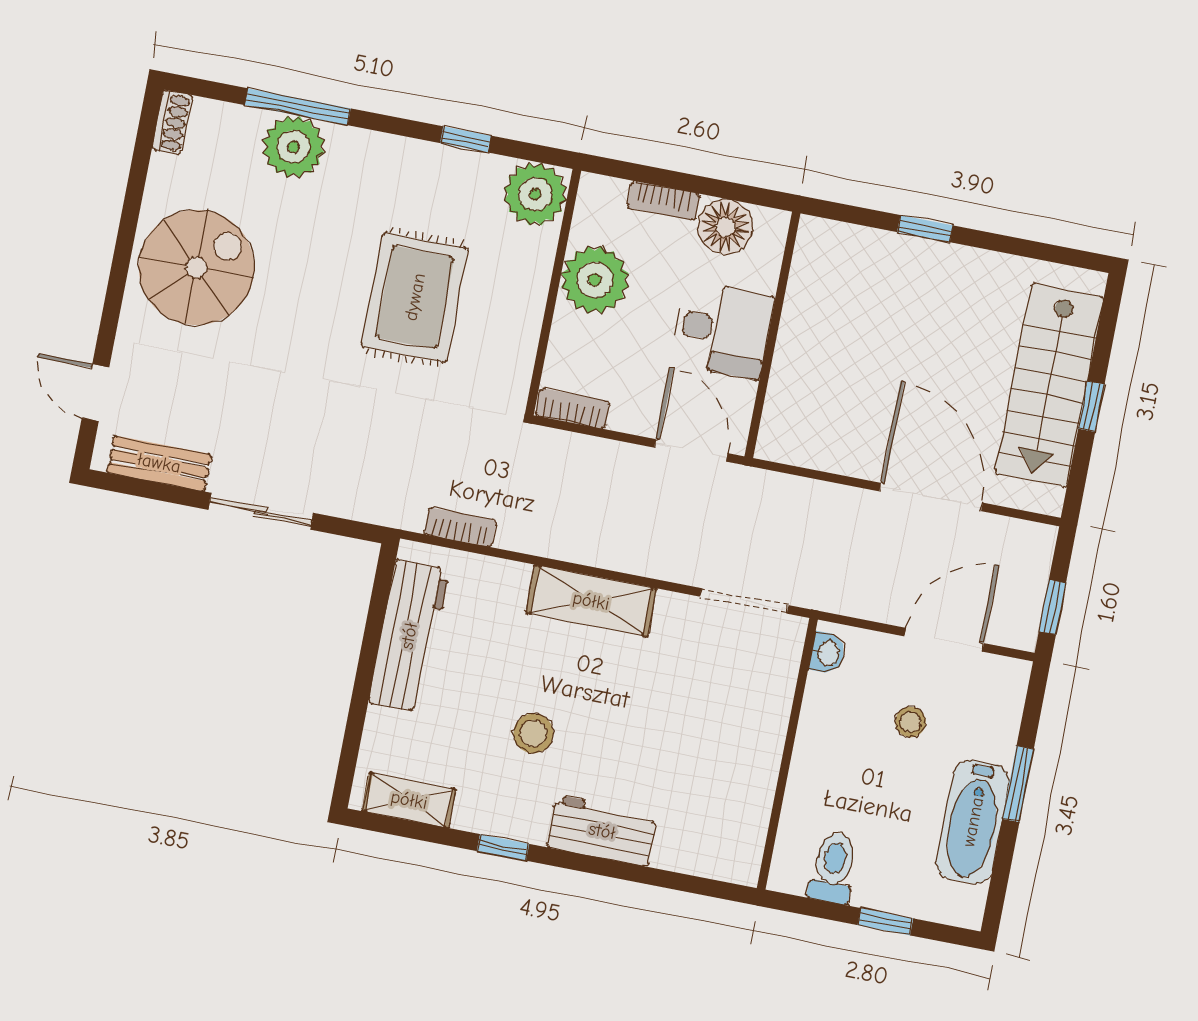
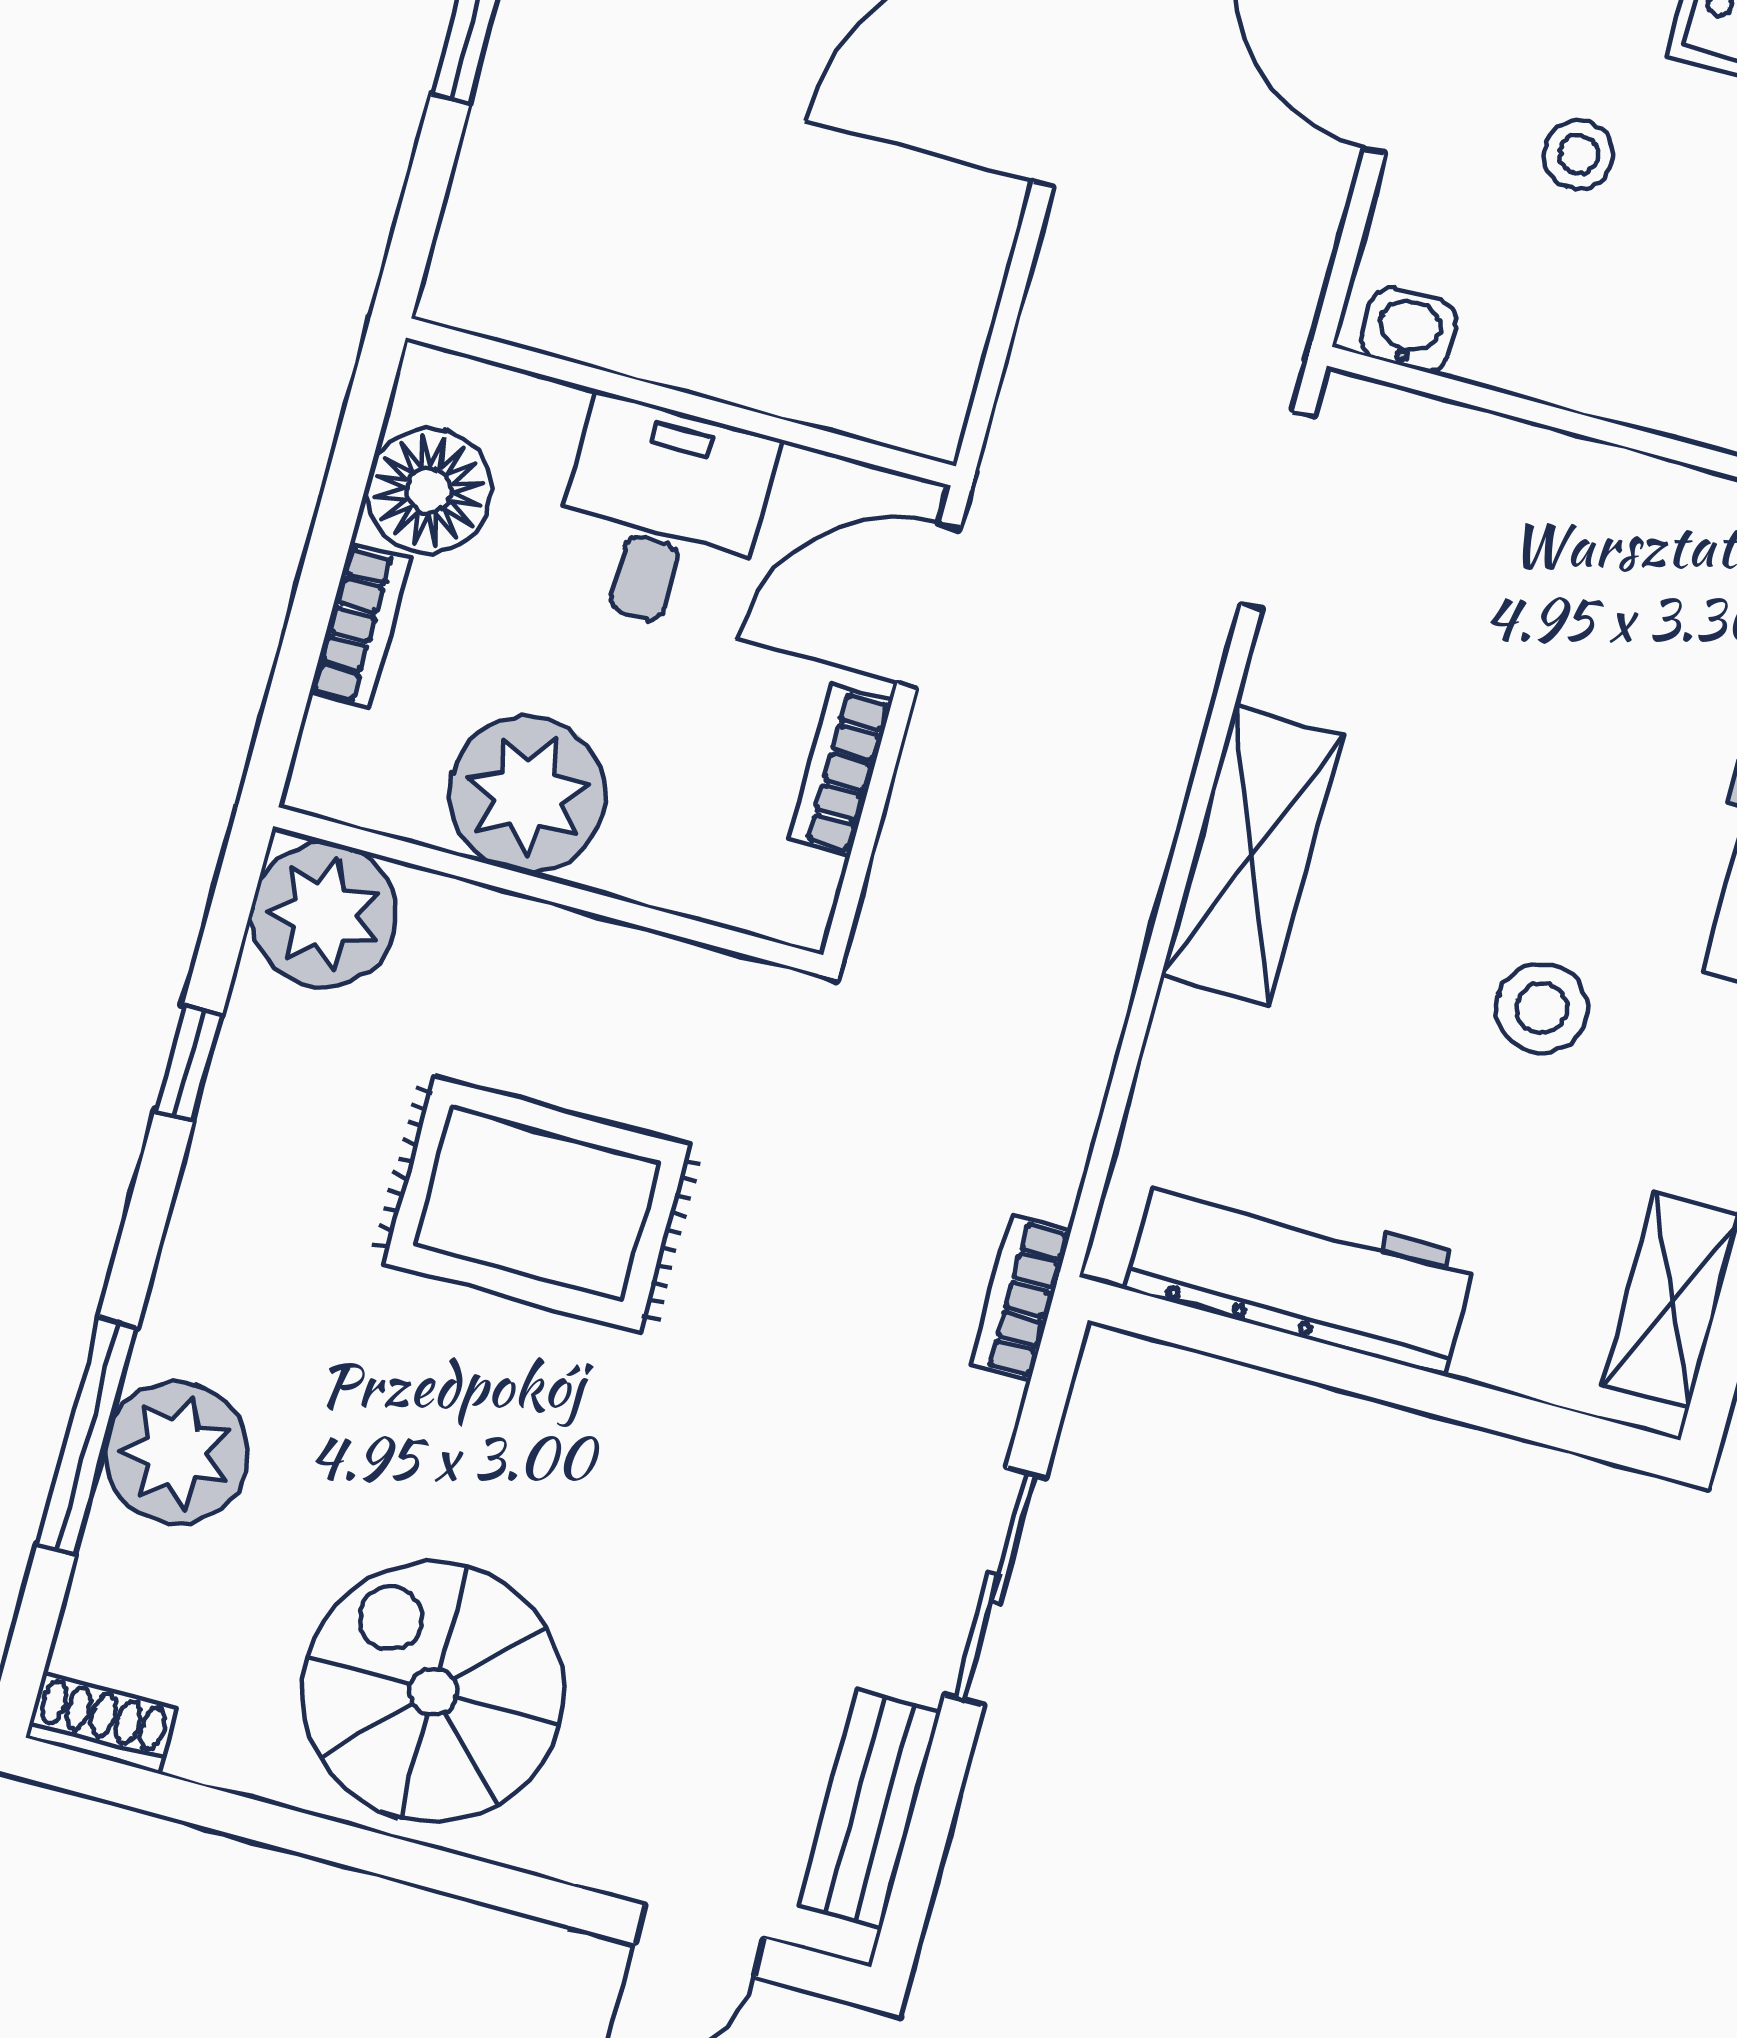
bookcase: (573, 409) -> (840, 770), moved
bookcase: (460, 527) -> (1021, 1298), moved

